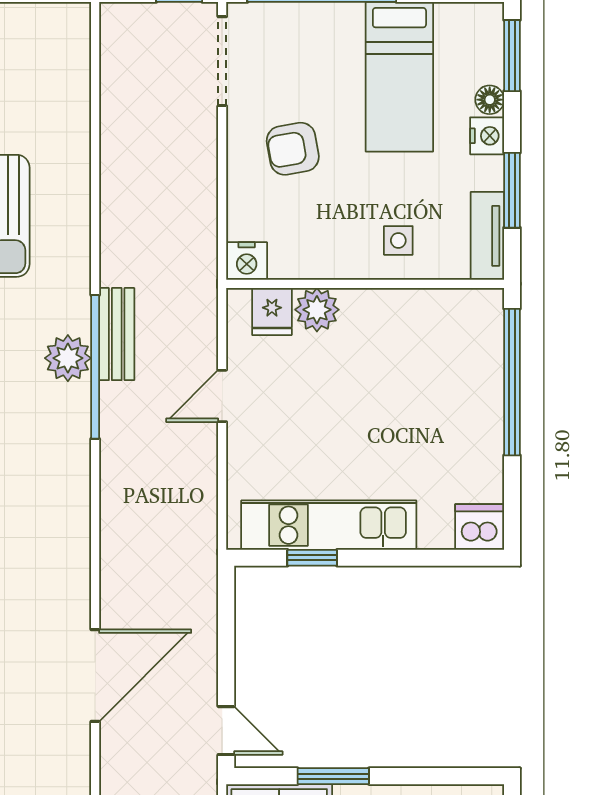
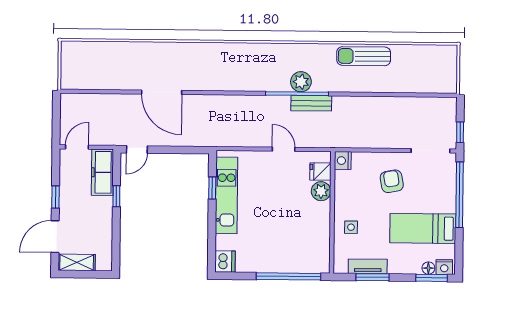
floor lamp: (490, 100) -> (428, 268), moved
nightstand: (487, 136) -> (444, 267), moved
tv unit: (487, 236) -> (368, 266), moved
window: (333, 776) -> (116, 196), width x0.67

